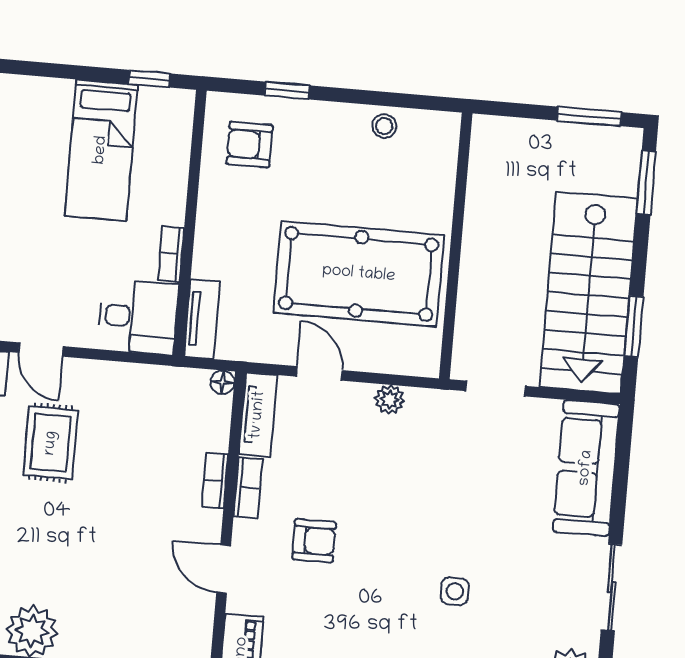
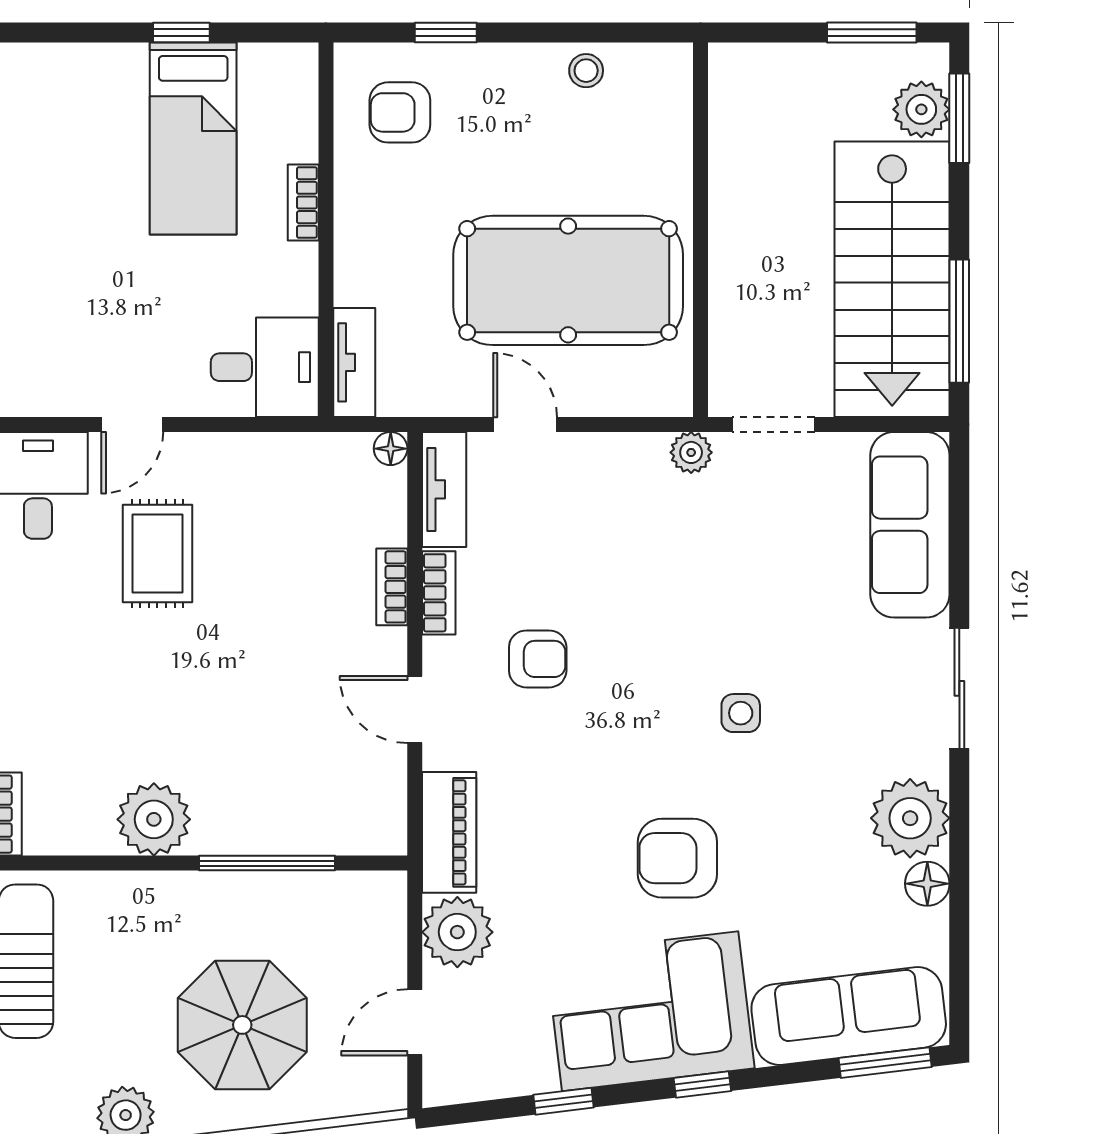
window: (149, 79) -> (181, 33), moved
plant: (620, 174) -> (921, 109), added
bookcase: (171, 254) -> (303, 202), moved
window: (634, 327) -> (959, 321), width x1.44
door: (41, 350) -> (132, 424), hinge flipped
plant: (390, 400) -> (691, 452), moved

